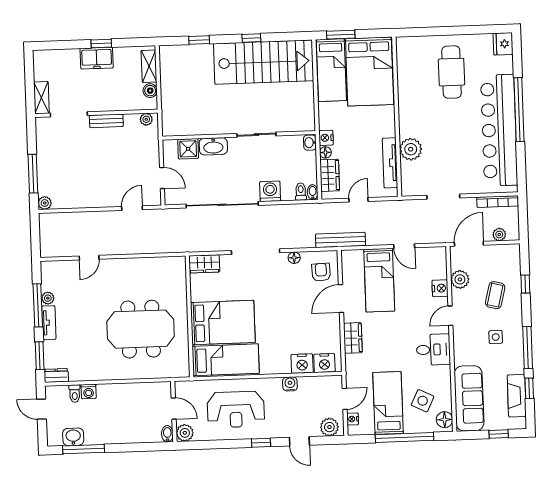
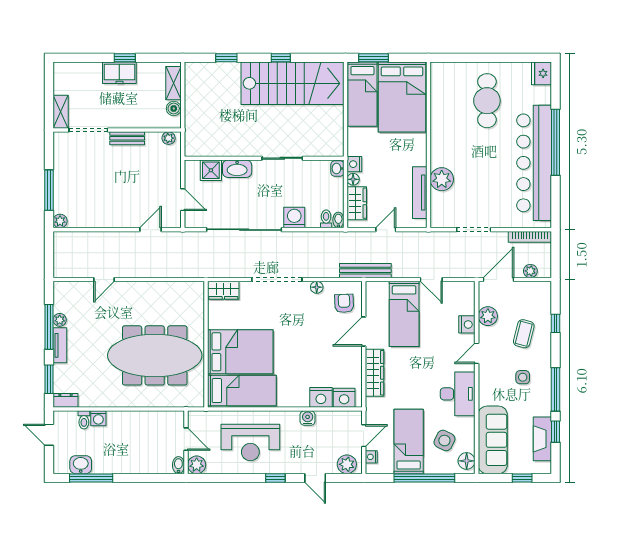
meeting table: (141, 329) -> (155, 355), width x1.36
wardrobe: (353, 338) -> (374, 373), width x1.50
desk: (433, 350) -> (458, 394), width x1.37

